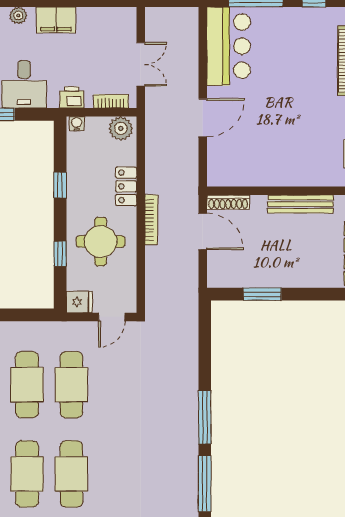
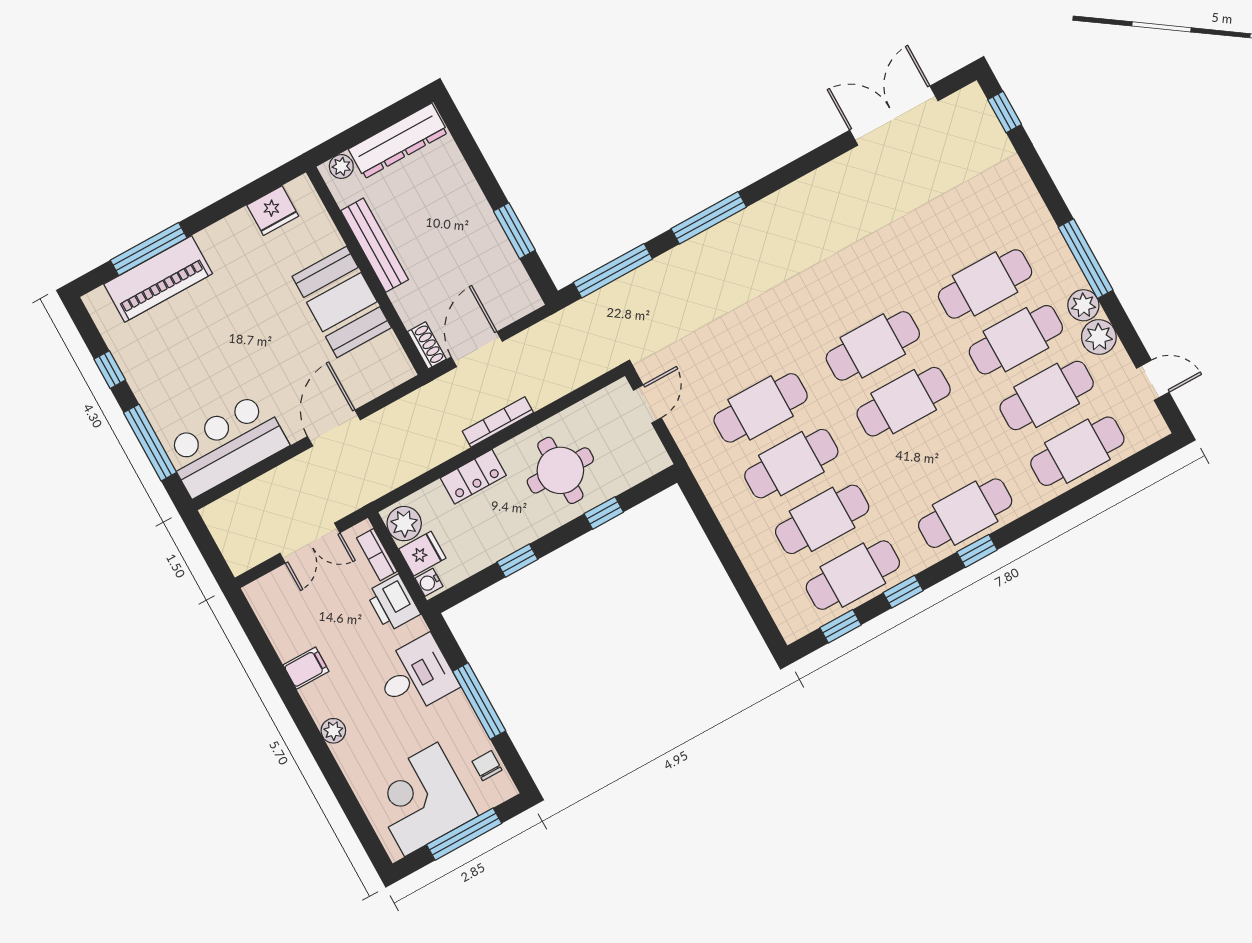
filing cabinet: (56, 20) -> (306, 668), width x0.50
double door: (141, 64) -> (310, 543), swing flipped
printer: (72, 97) -> (393, 603), width x1.36, depth x1.24
door: (203, 118) -> (334, 428), hinge flipped
booth: (277, 165) -> (342, 302), added
shoe rack: (228, 202) -> (427, 345), width x0.70
fridge: (79, 302) -> (422, 554), moved, turned 90
door: (112, 317) -> (647, 404), hinge flipped
window: (205, 484) -> (613, 271), moved

